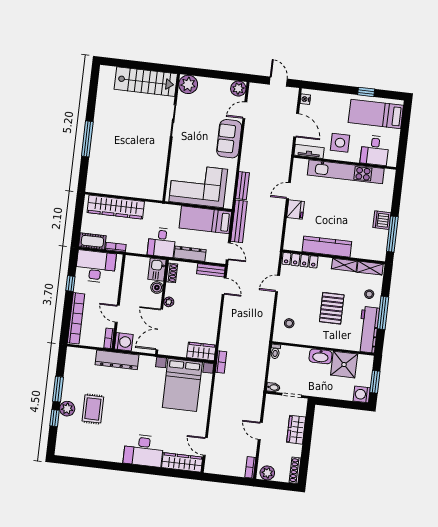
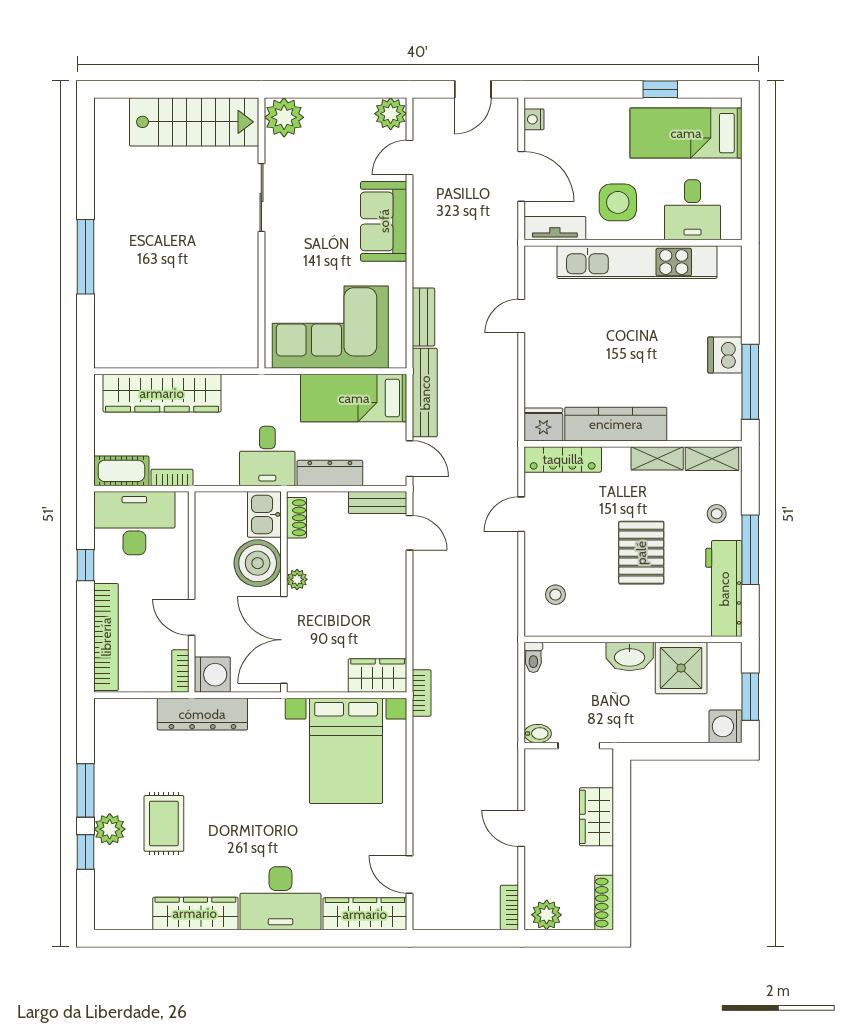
door: (278, 82) -> (473, 89), swing flipped
fridge: (295, 209) -> (543, 425), moved, turned -90
boiler: (157, 288) -> (258, 563), width x1.86, depth x1.86
wardrobe: (103, 453) -> (195, 913), added

